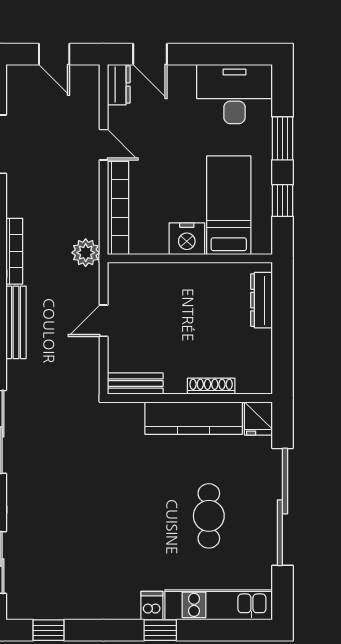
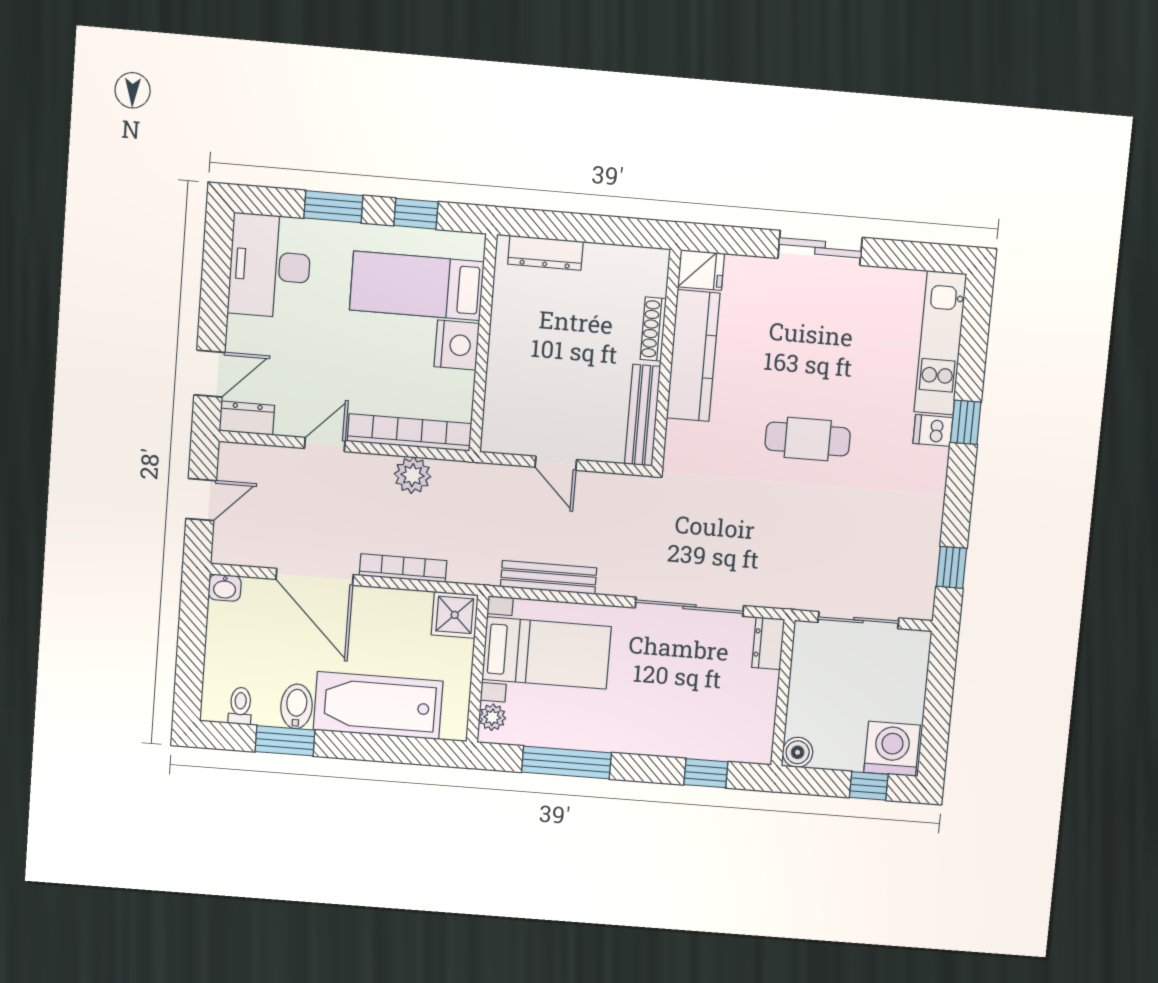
bookcase: (14, 251) -> (403, 568), moved
plant: (86, 253) -> (413, 475), moved
bench: (135, 384) -> (643, 415), width x1.36
sliding door: (282, 507) -> (820, 248), width x0.54
cafe table: (209, 516) -> (808, 439), moved

